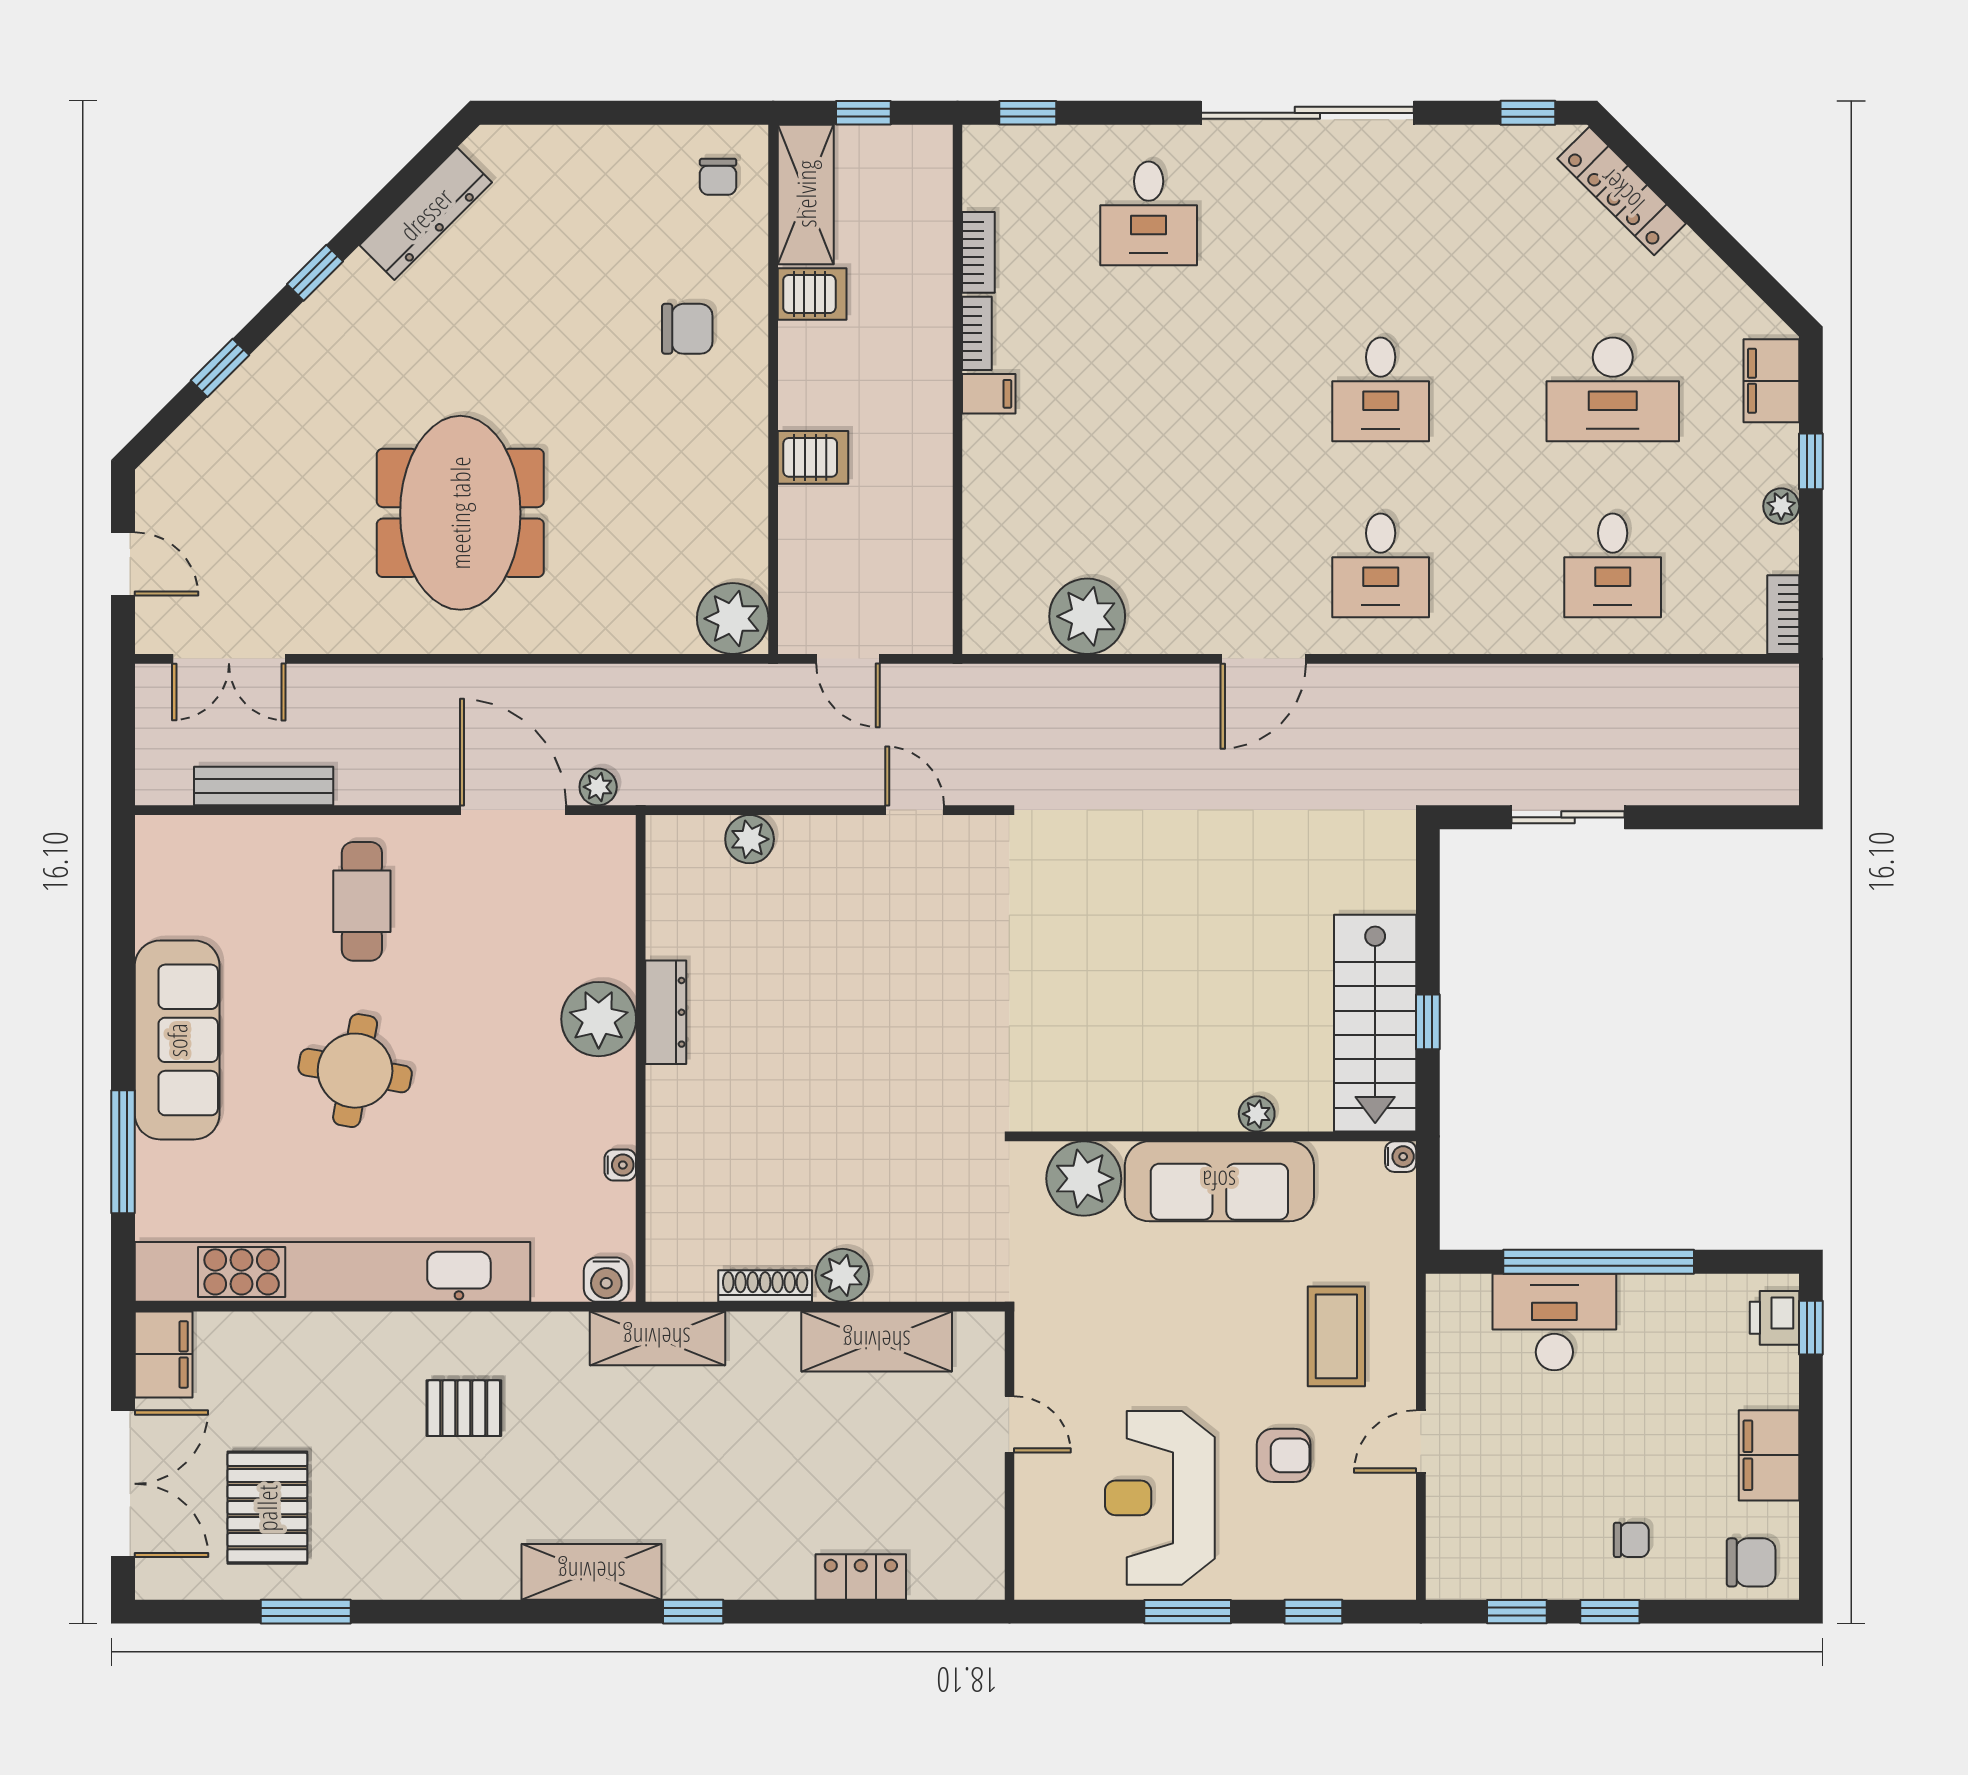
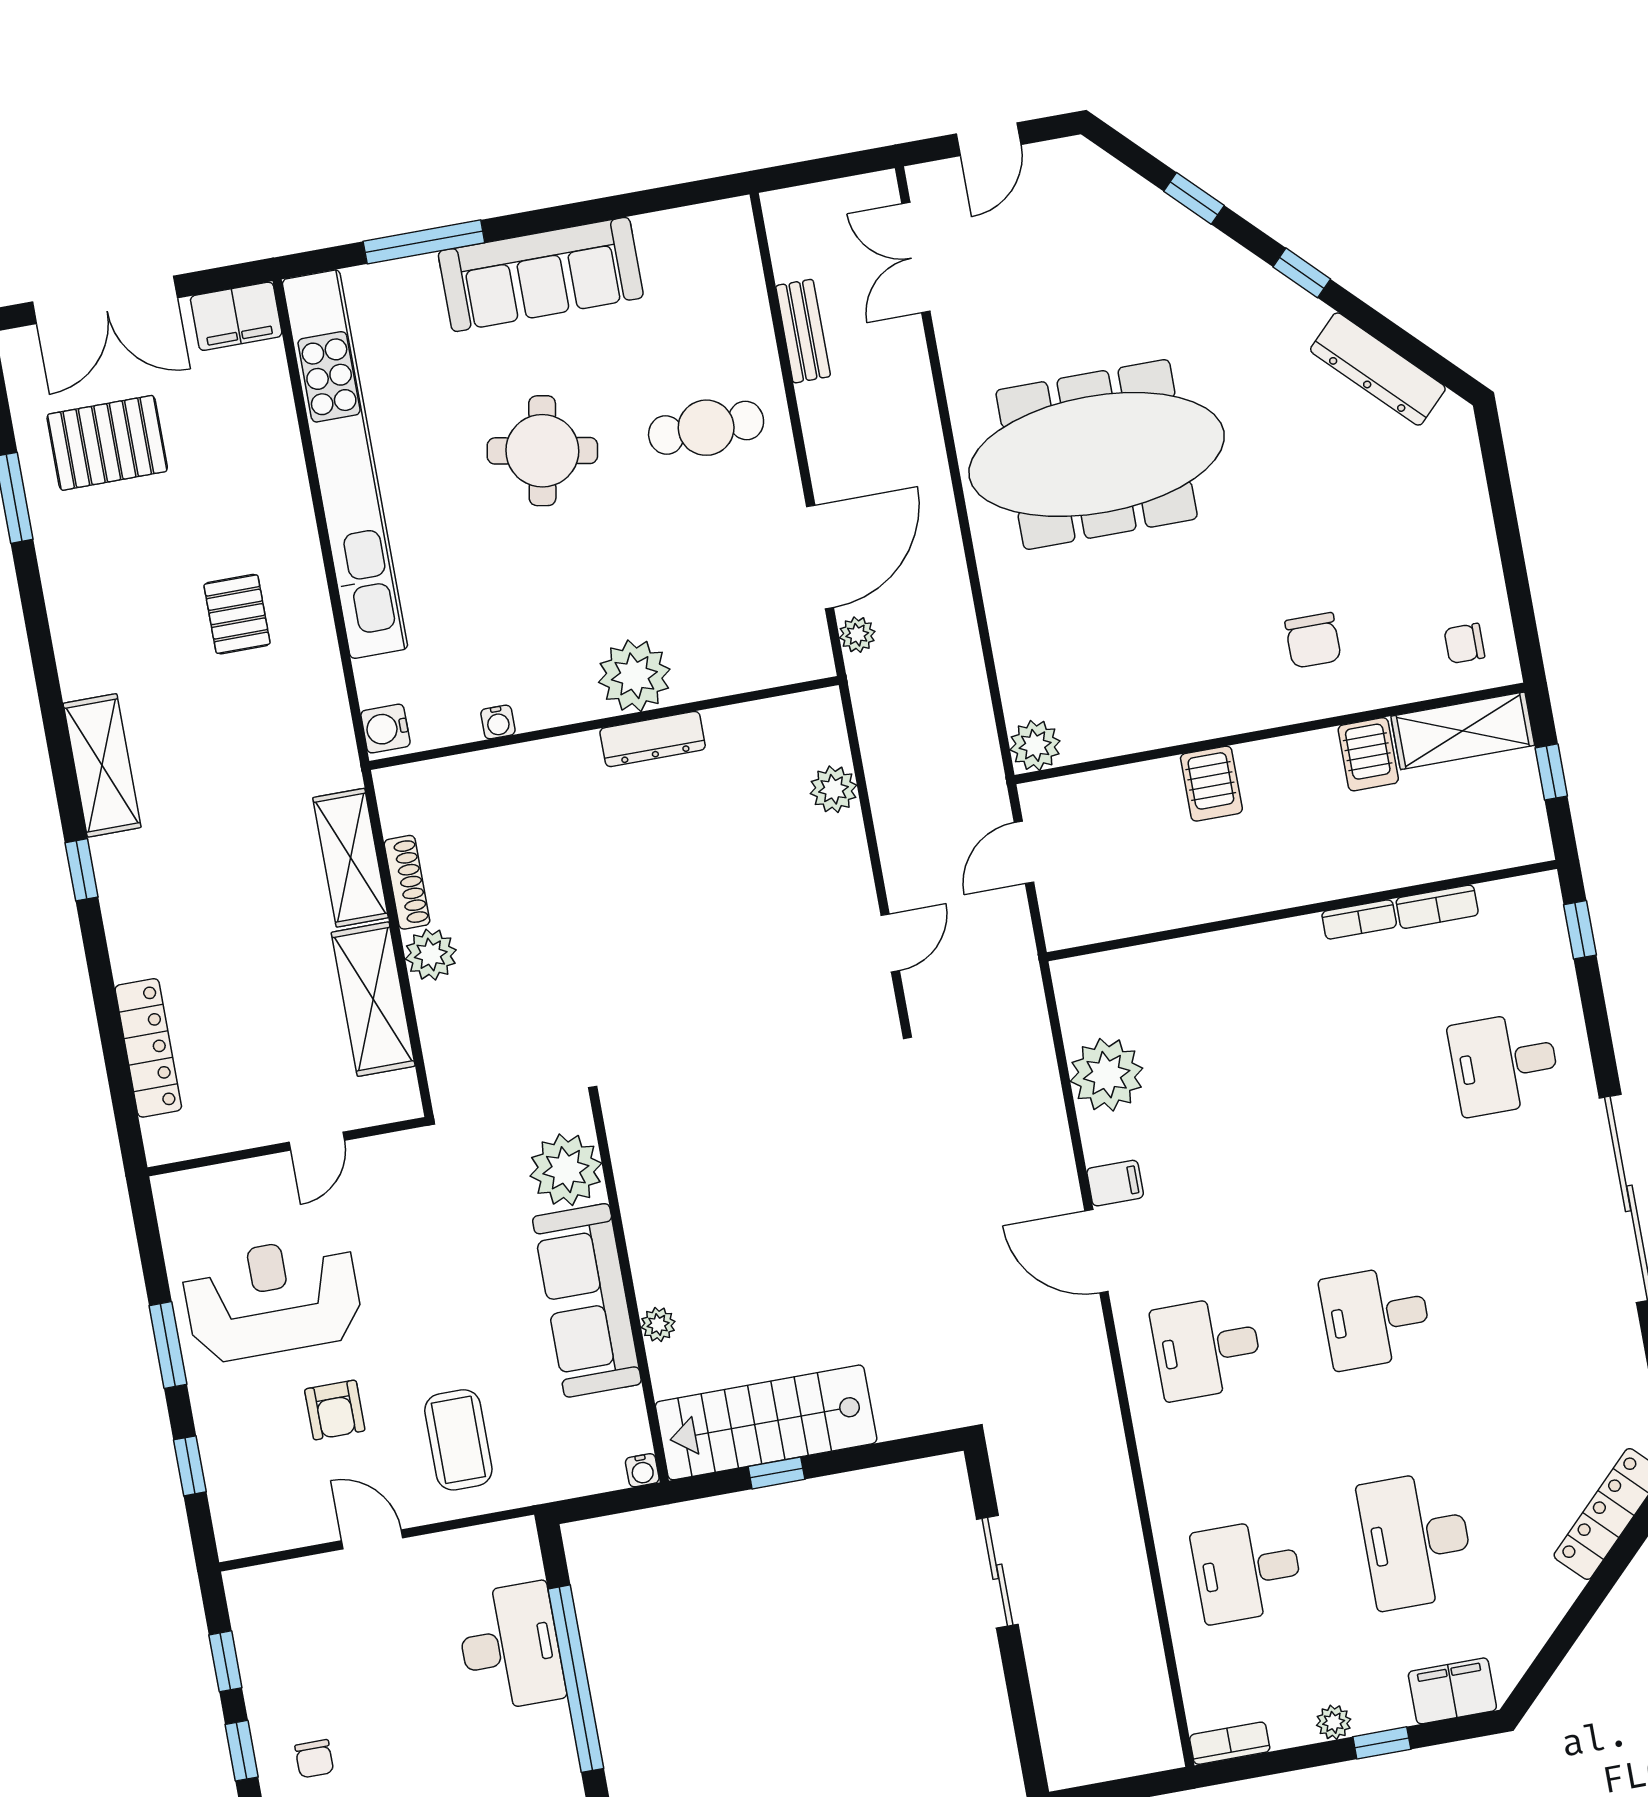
filing cabinet: (989, 394) -> (1115, 1183), moved, turned -90
meeting table: (460, 513) -> (1097, 454), width x1.36
plant: (733, 619) -> (1035, 745), width x0.73, depth x0.73
bench: (264, 786) -> (803, 331), width x0.73
coffee table: (1336, 1336) -> (458, 1440), turned 90
shelving: (657, 1338) -> (350, 858), moved
locker: (861, 1577) -> (148, 1048), width x1.53

